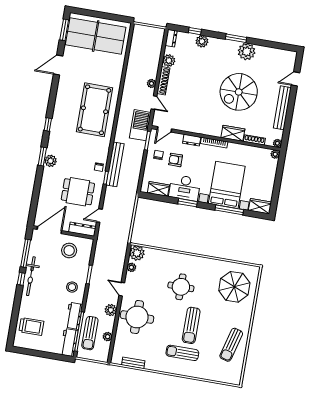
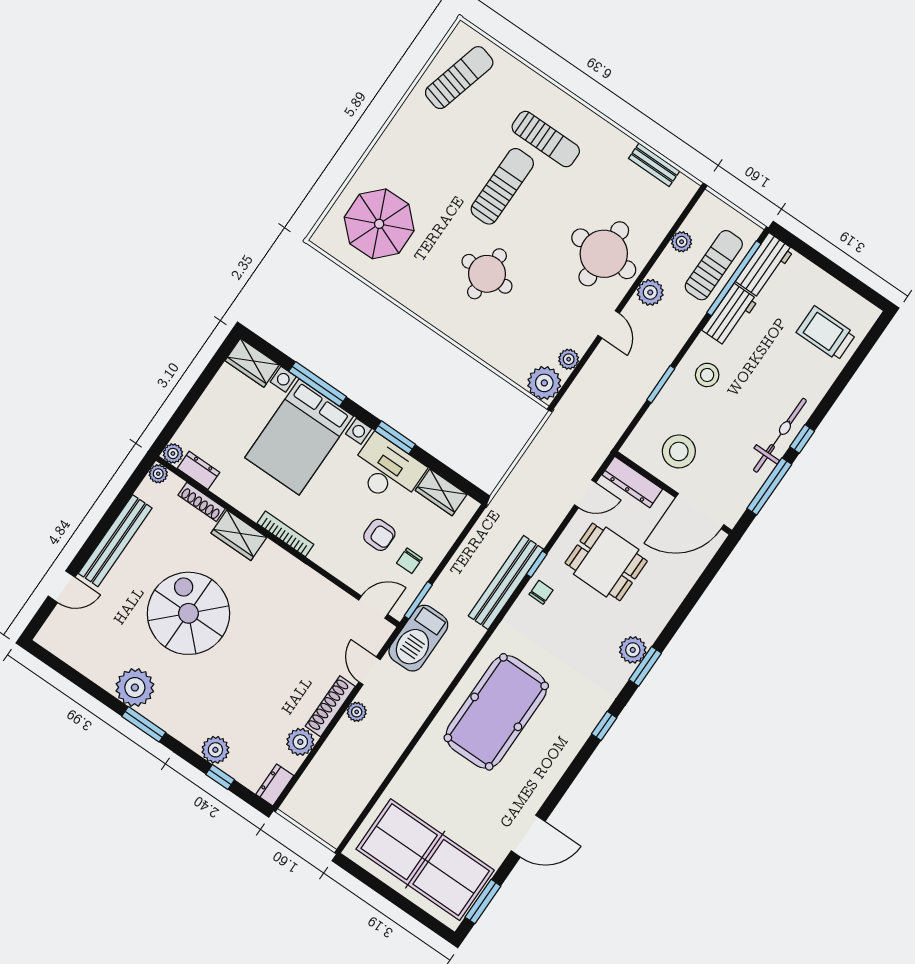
spiral stairs: (239, 92) -> (188, 613), turned -90
dresser: (192, 140) -> (198, 470), moved
sun lounger: (231, 345) -> (459, 78), moved

